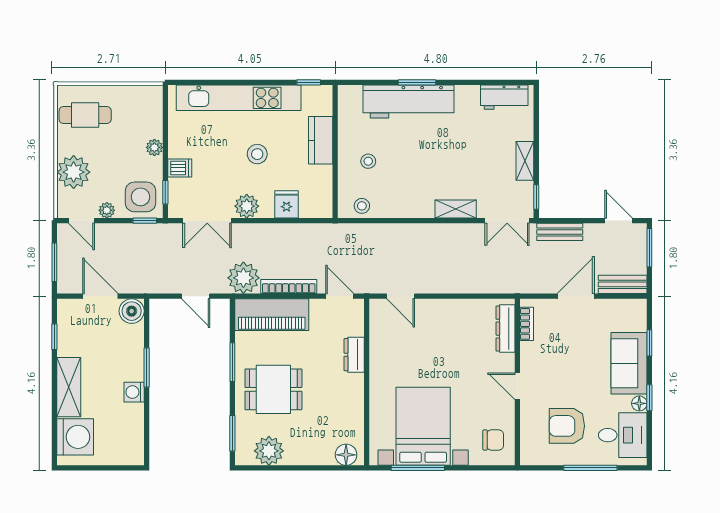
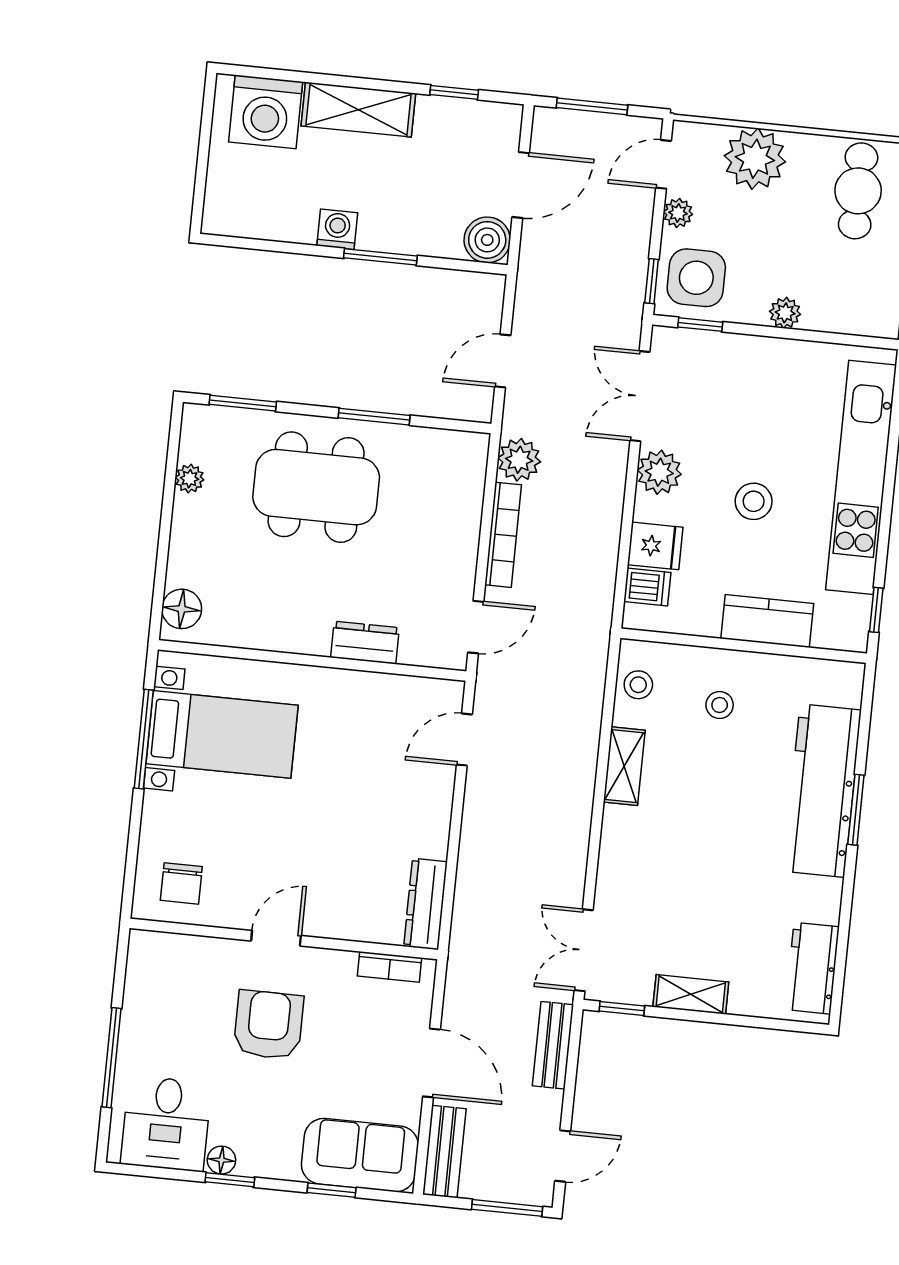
dishwasher: (180, 168) -> (647, 587), moved, turned -90
shelving: (456, 209) -> (624, 766), moved
plant: (243, 278) -> (519, 460), width x0.73, depth x0.73
piano: (272, 315) -> (454, 498), removed
dresser: (506, 329) -> (425, 904), moved, turned -90
sofa: (629, 363) -> (360, 1155), moved
dining table: (273, 389) -> (316, 487), width x1.38
bed with nightstands: (423, 426) -> (222, 734), width x0.73
armchair: (567, 426) -> (269, 1025), moved
plant: (269, 451) -> (190, 479), width x0.53, depth x0.53

